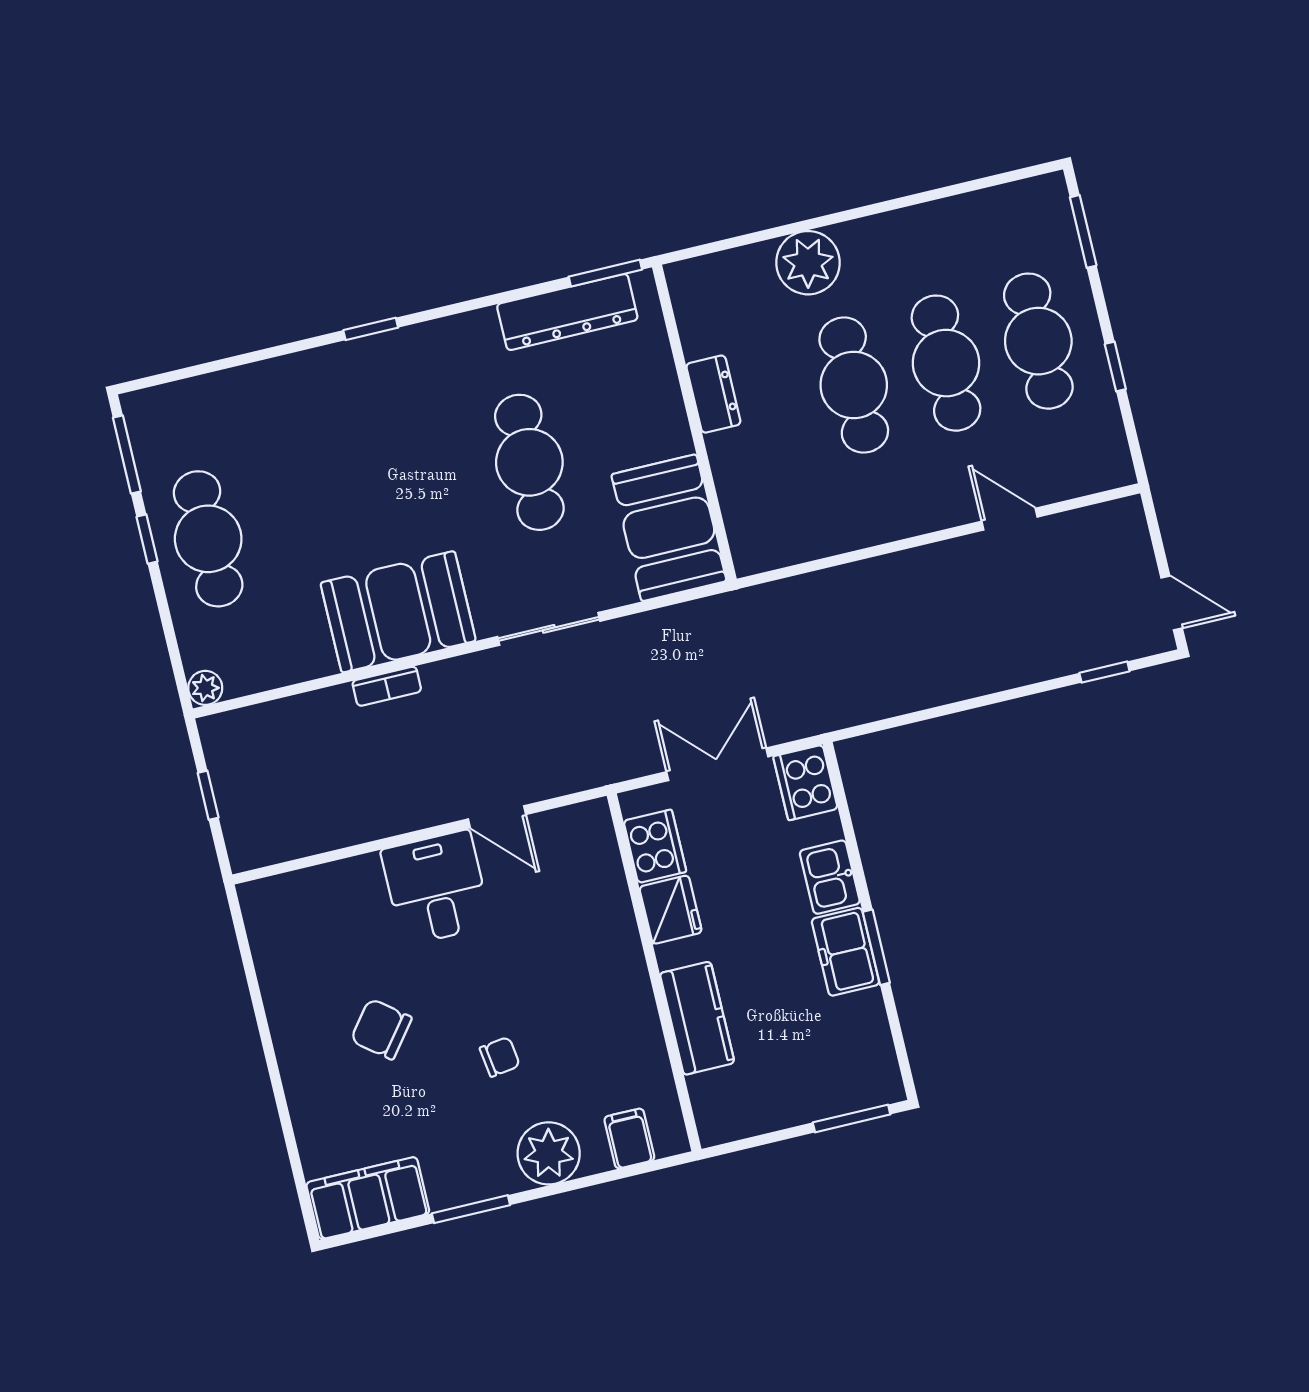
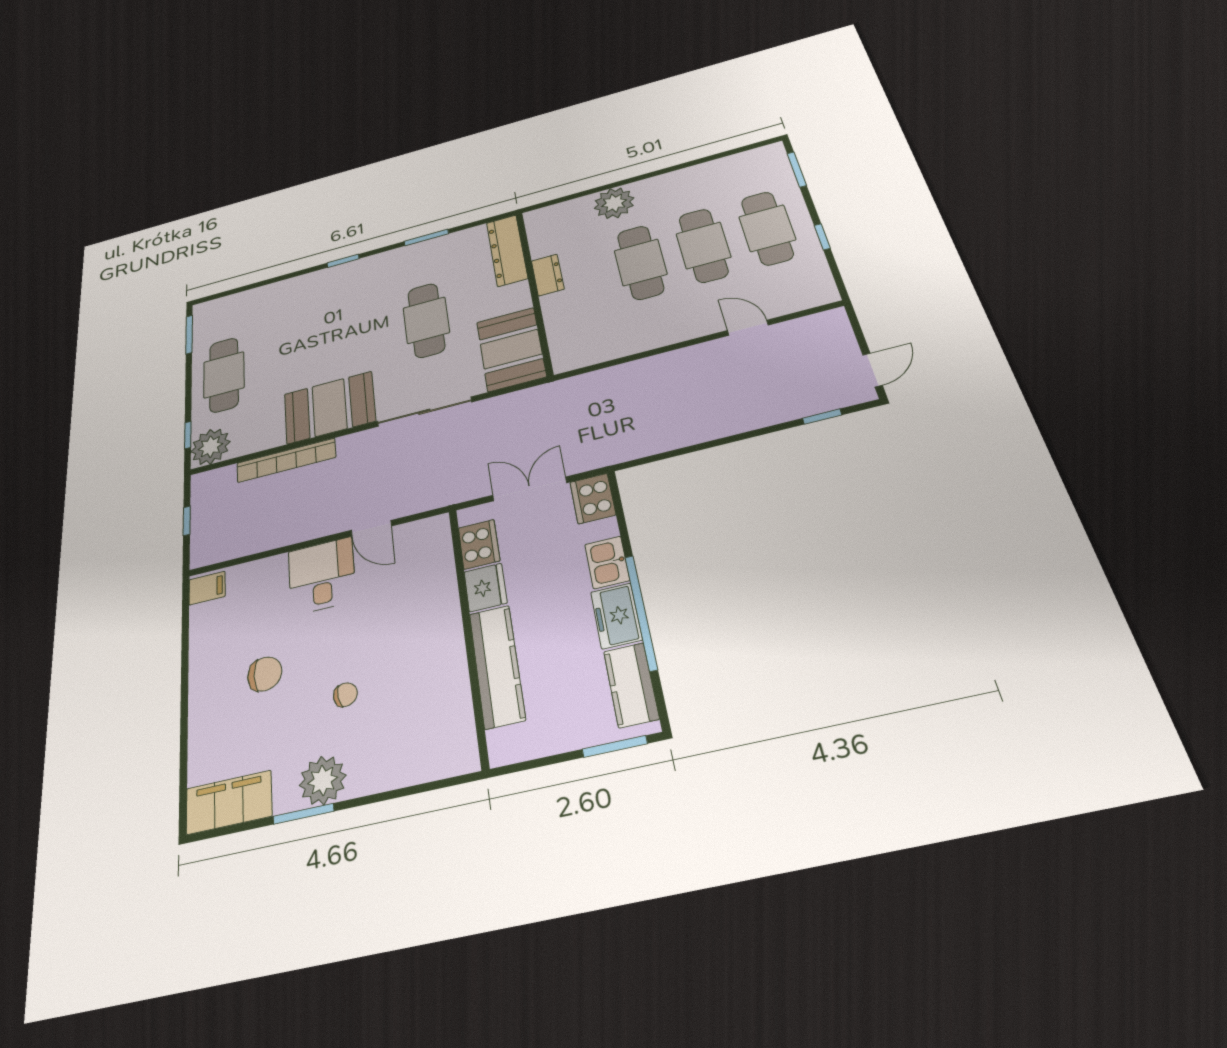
window: (605, 273) -> (426, 238), moved
dresser: (567, 312) -> (507, 250), moved, turned 90
window: (147, 539) -> (188, 435), moved
door: (1172, 603) -> (873, 370), hinge flipped
sliding door: (549, 629) -> (424, 412), width x1.37
bookcase: (387, 686) -> (286, 460), width x2.31, depth x1.31
plant: (205, 688) -> (210, 447), width x1.87, depth x1.87
window: (876, 947) -> (641, 612), width x2.11
kitchen counter: (697, 1018) -> (497, 666), width x1.50
chair: (381, 1029) -> (265, 674), turned 142
kitchen counter: (868, 1042) -> (631, 685), added
filing cabinet: (629, 1139) -> (207, 588), moved, turned 90
plant: (549, 1153) -> (323, 780), moved

